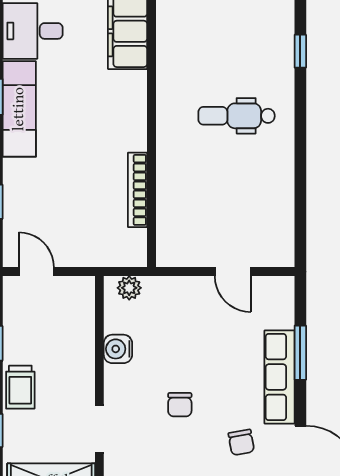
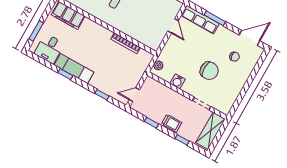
door: (233, 272) -> (173, 26), hinge flipped
row of seats: (279, 377) -> (200, 20), moved
chair: (180, 405) -> (209, 71), width x1.87, depth x1.87

